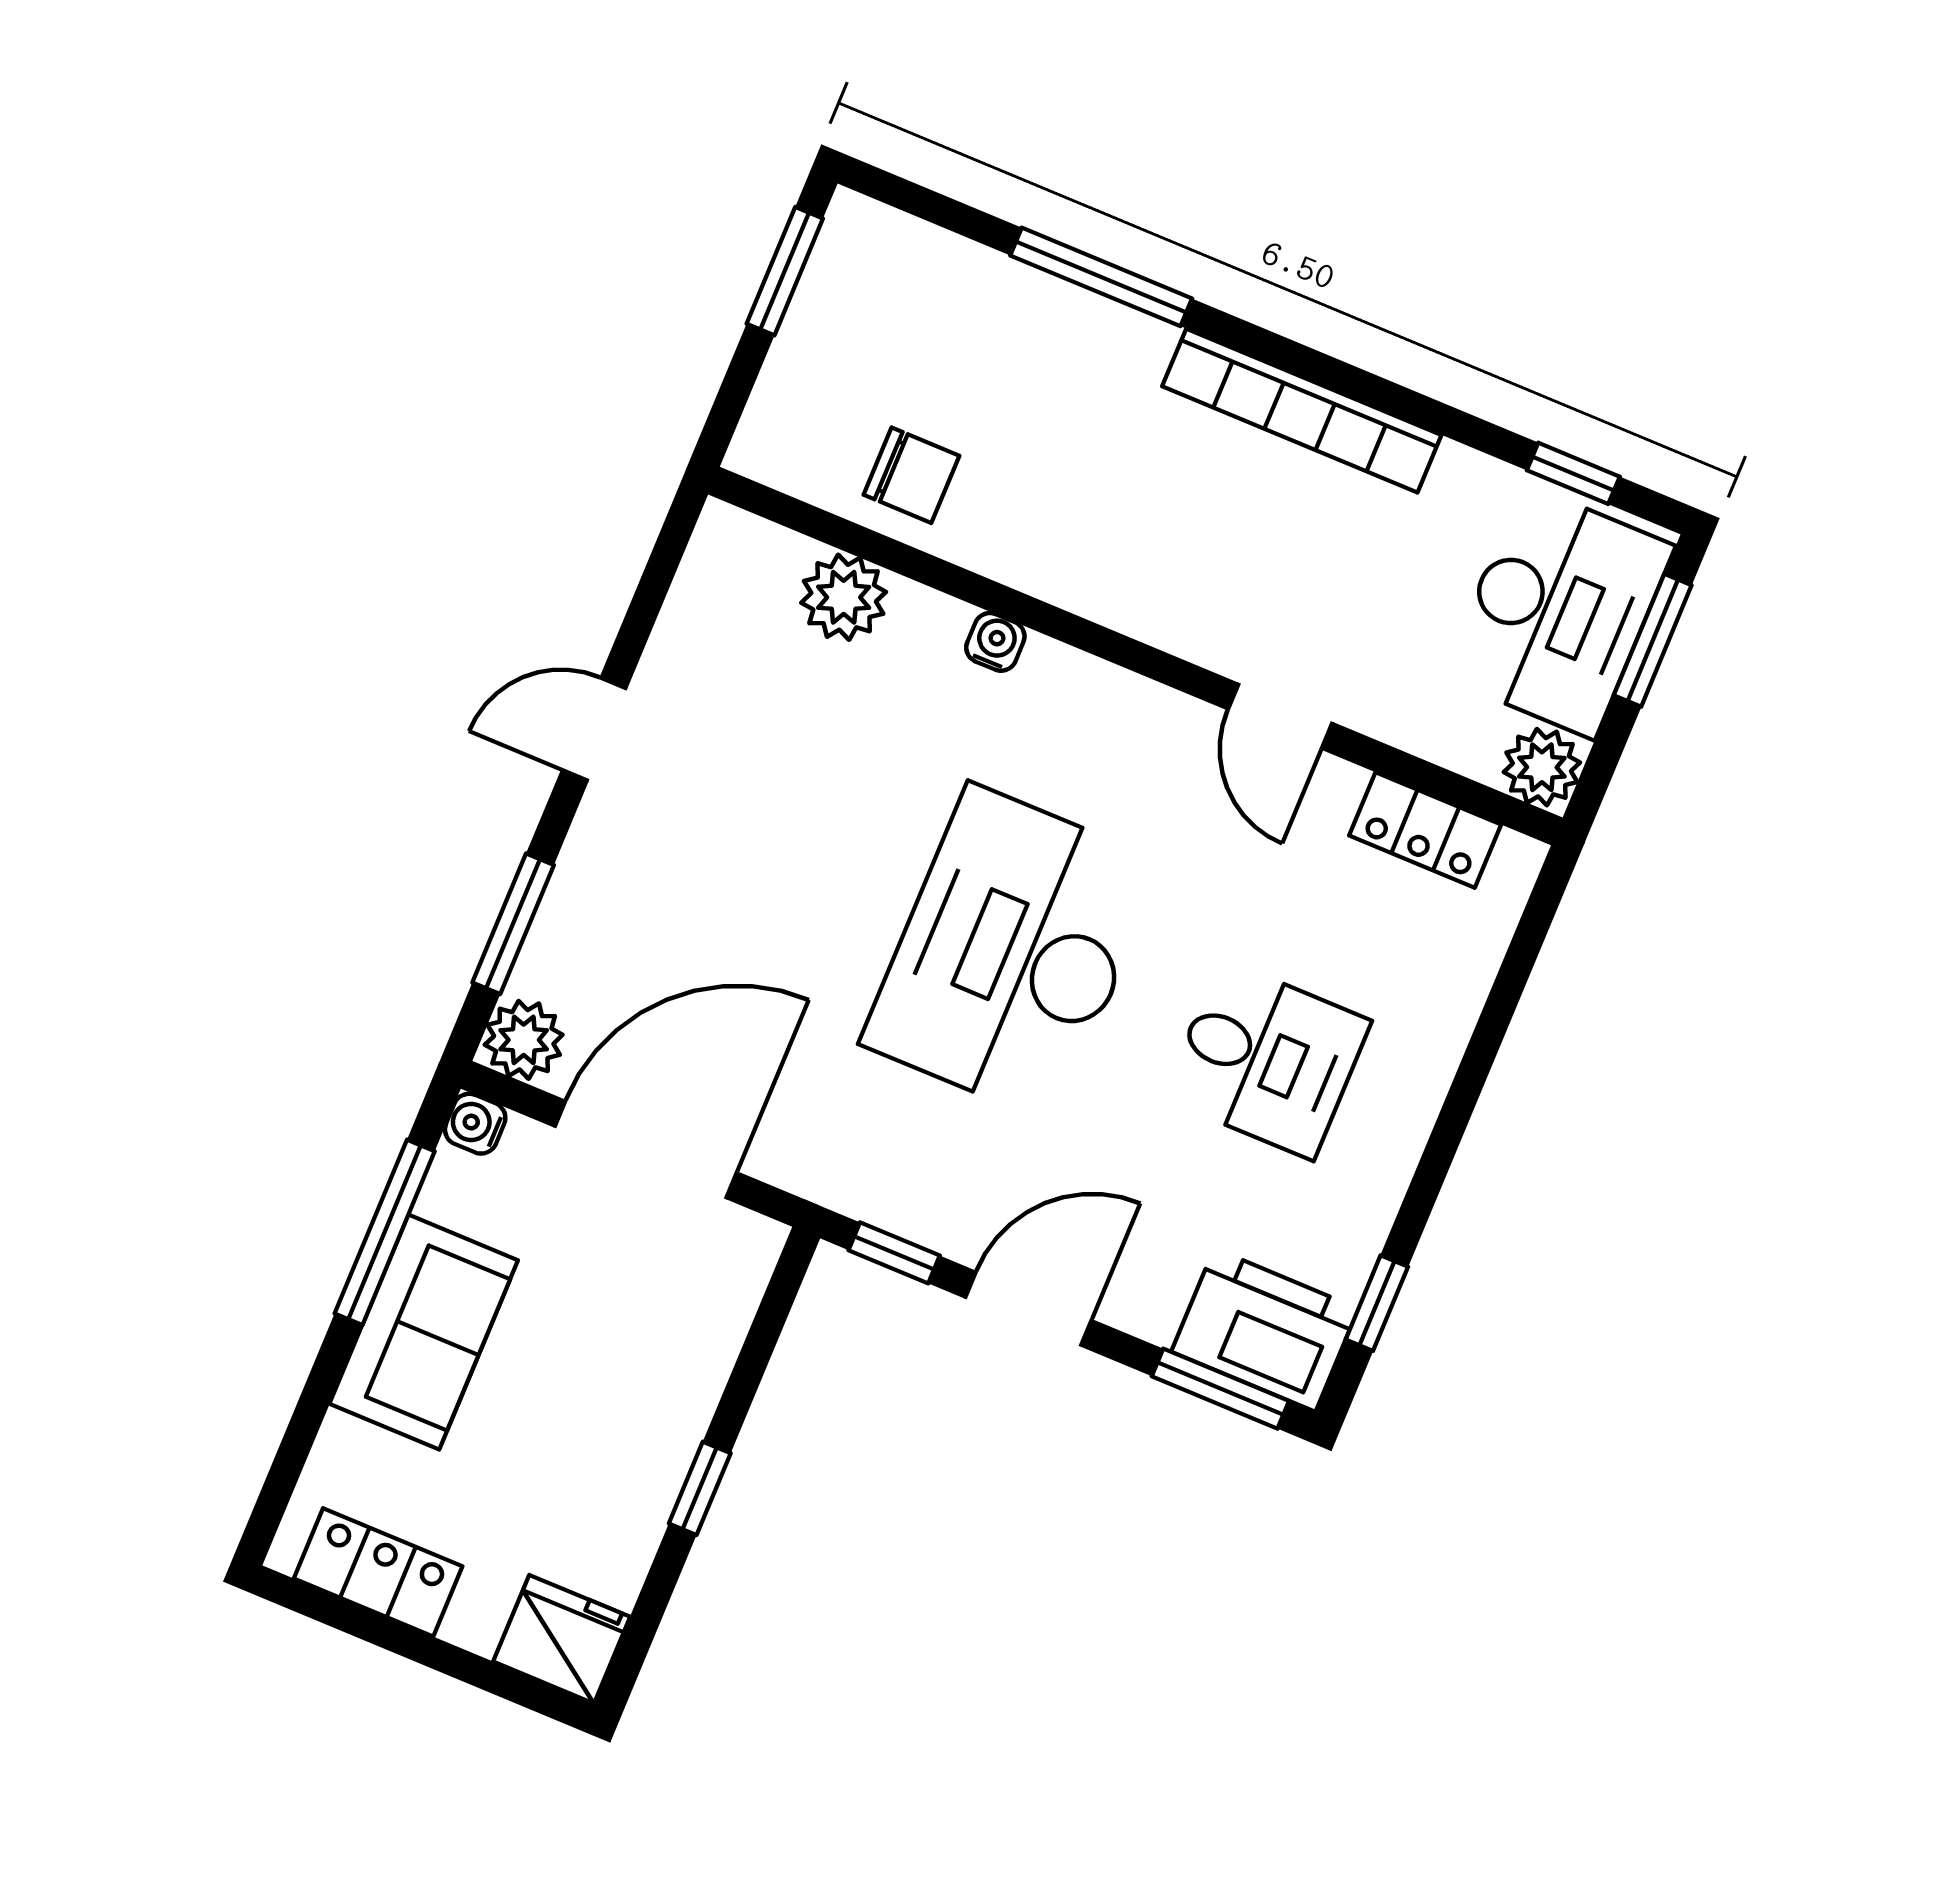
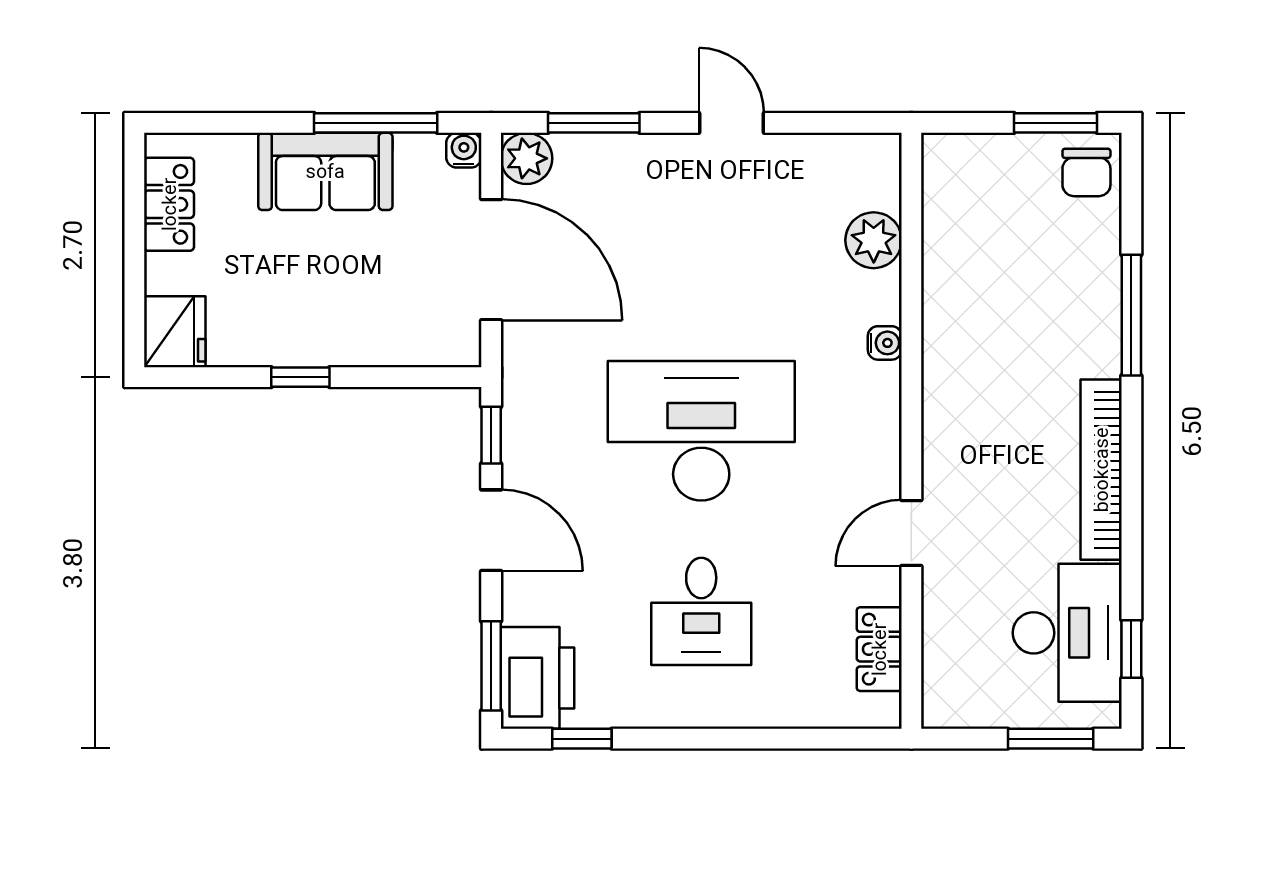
chair: (911, 475) -> (1086, 172), moved
desk: (1559, 611) -> (1067, 633), moved, turned -90
plant: (1542, 767) -> (946, 704), removed

